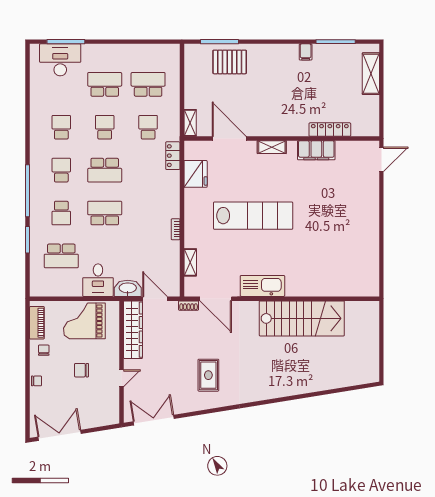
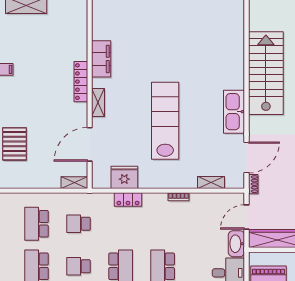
locker: (330, 130) -> (81, 82), moved
locker: (173, 156) -> (128, 200), moved

